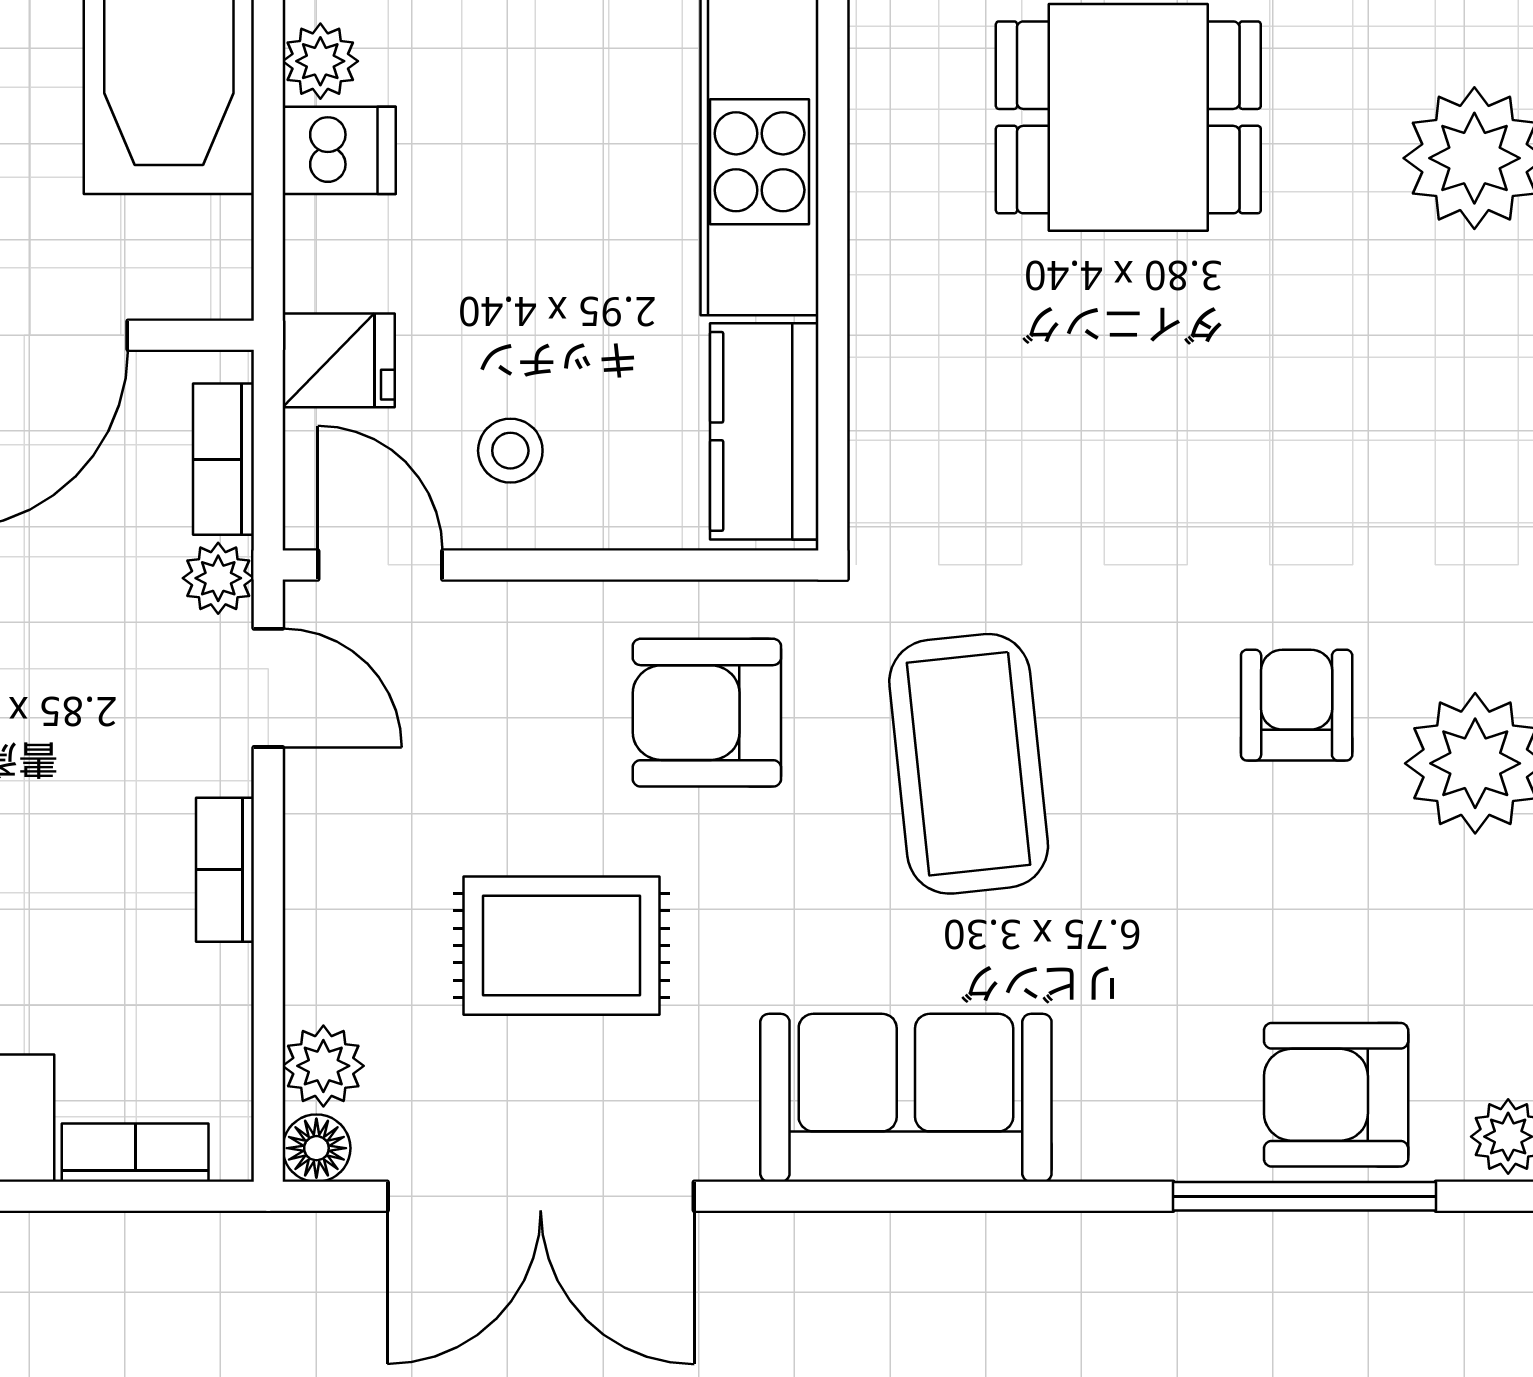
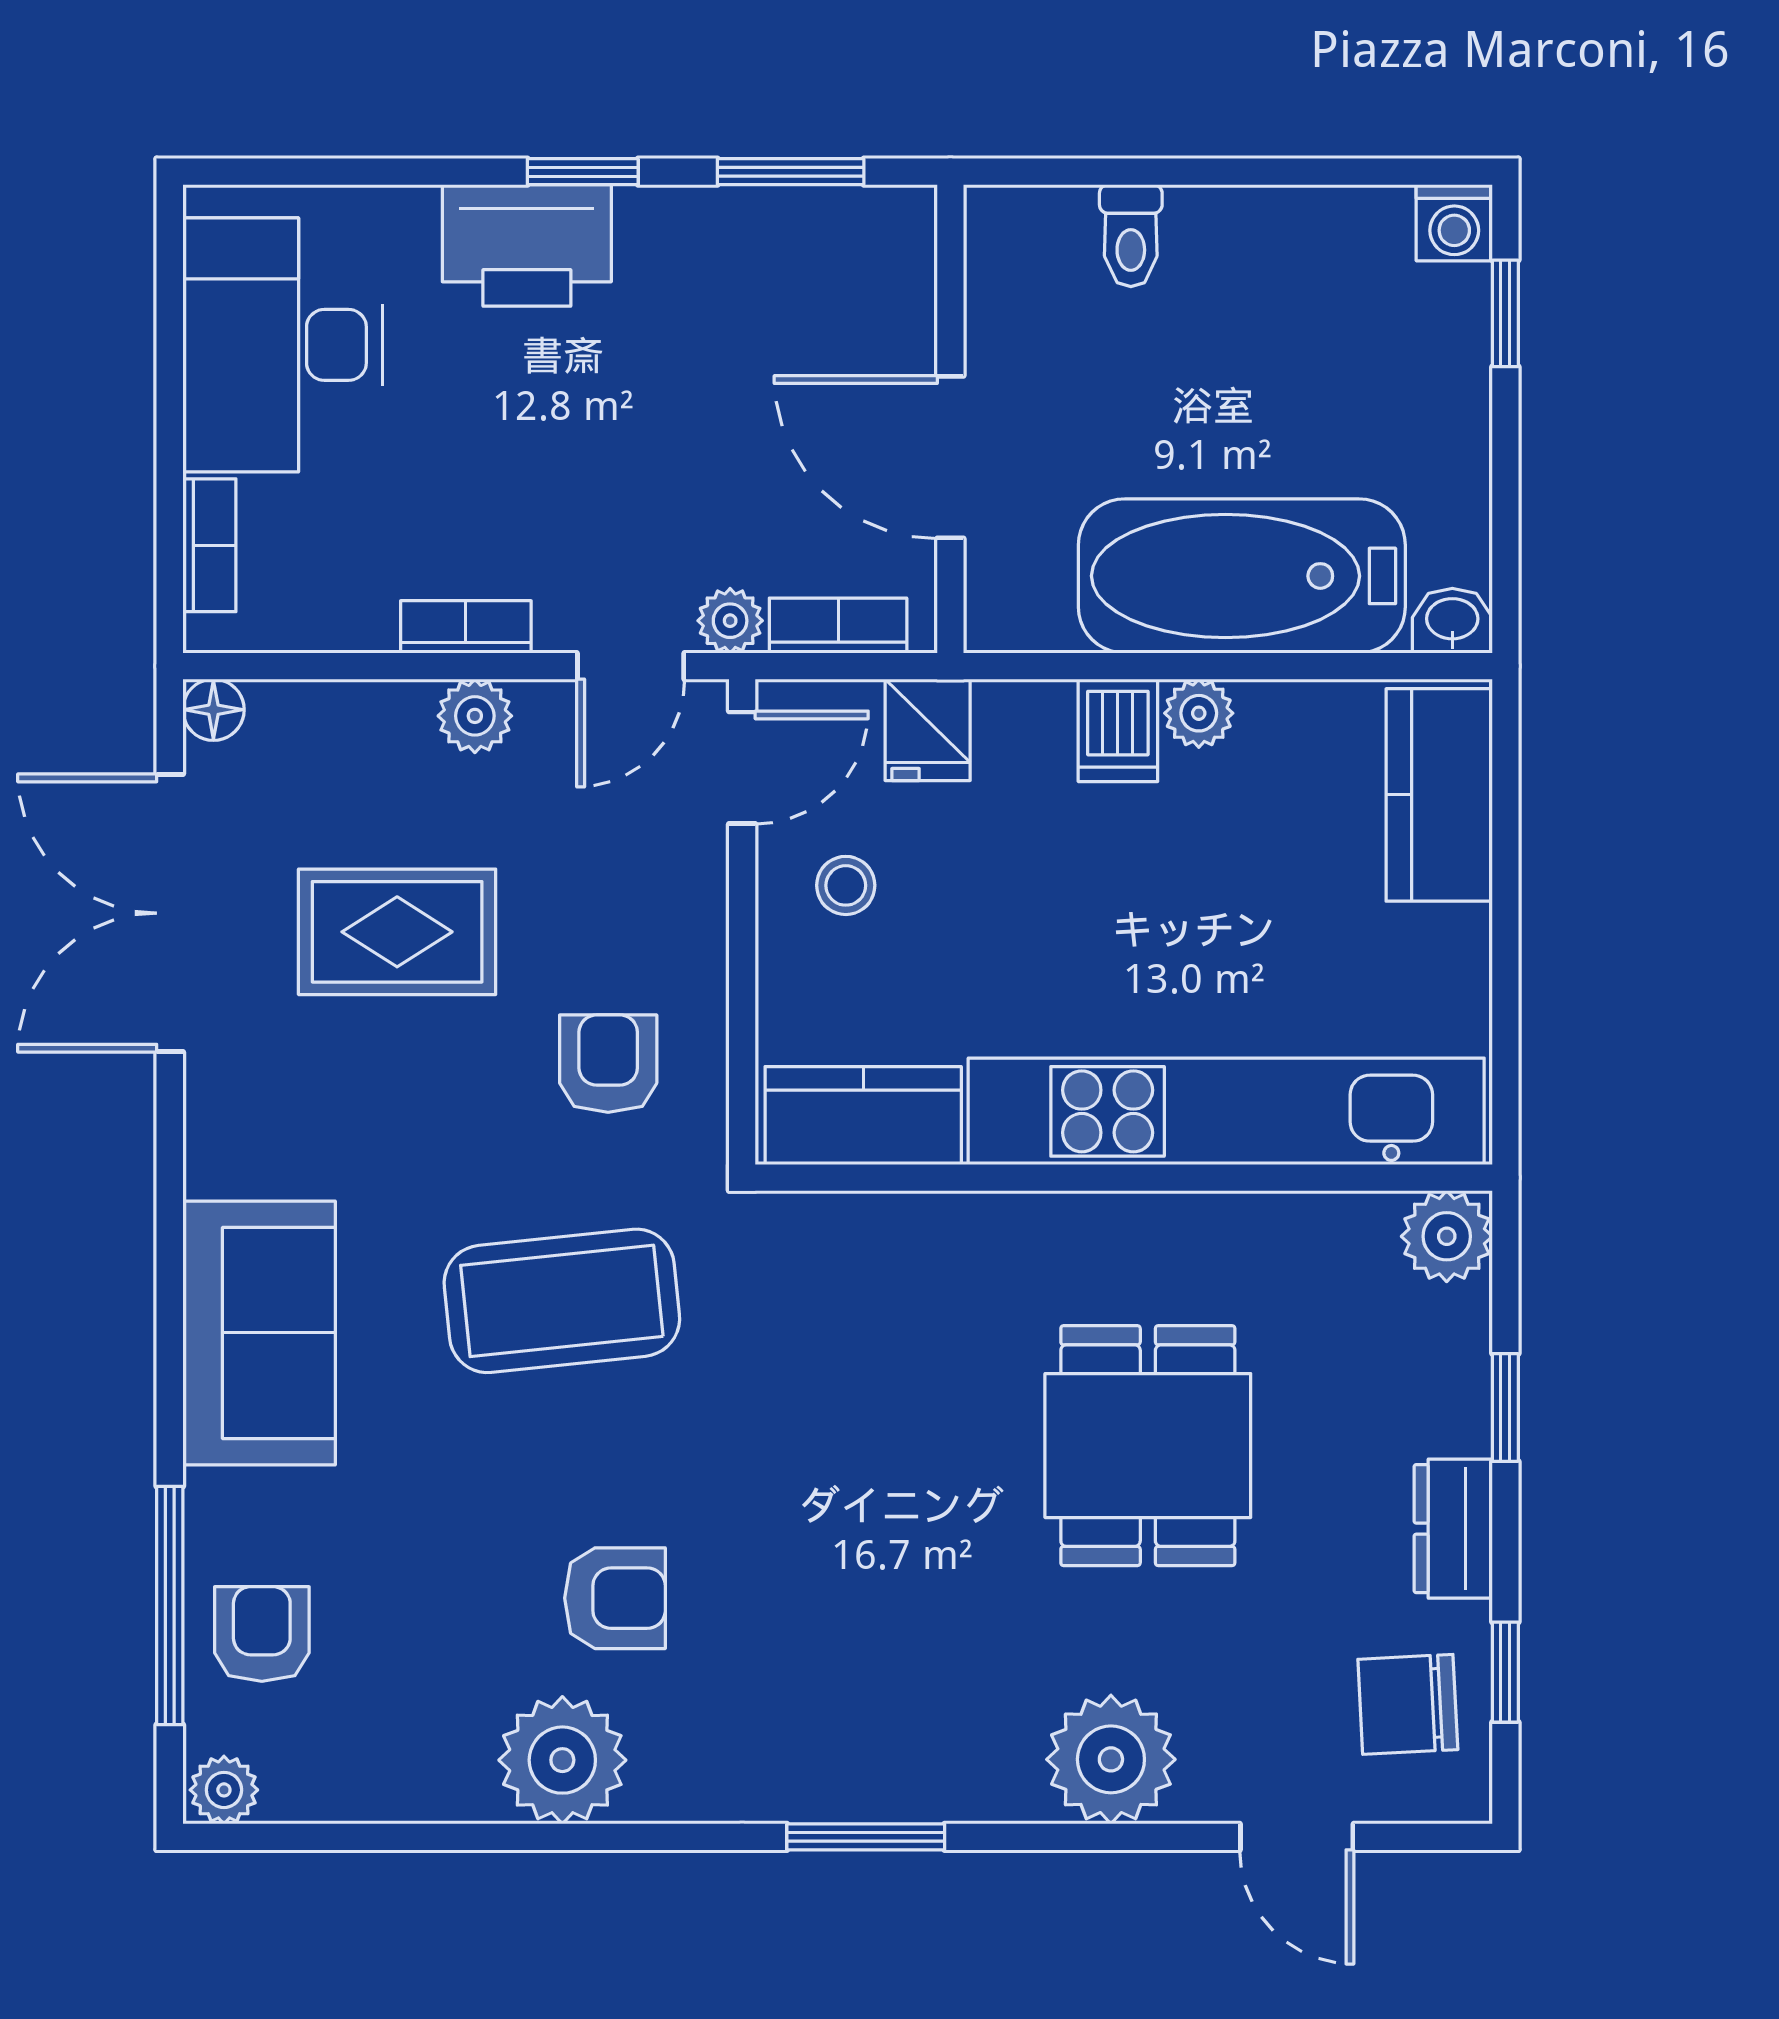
armchair: (707, 713) -> (608, 1064), width x0.72, depth x0.72
rug: (561, 946) -> (397, 932), turned 90
plant: (323, 1066) -> (475, 716), moved
armchair: (1336, 1095) -> (262, 1634), width x0.72, depth x0.72
sofa: (906, 1098) -> (259, 1333), moved

